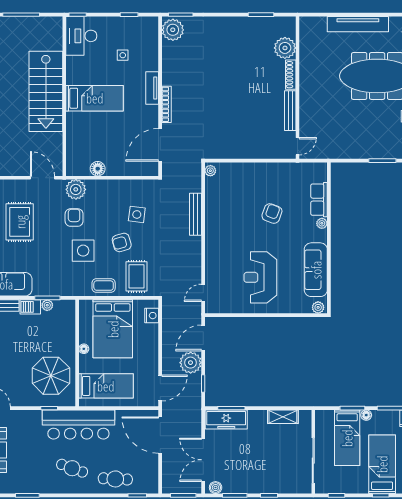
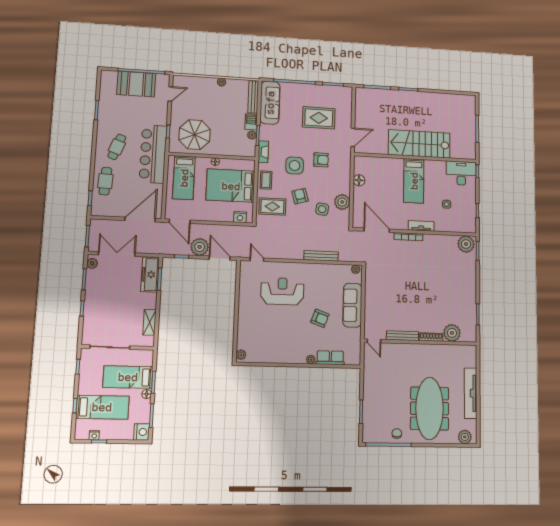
plant: (76, 189) -> (342, 202), moved
sofa: (316, 270) -> (352, 305), moved, turned -90
reception desk: (260, 277) -> (282, 291), moved
fireplace: (68, 290) -> (263, 152), added

